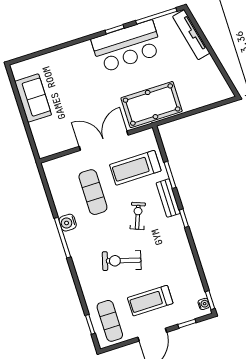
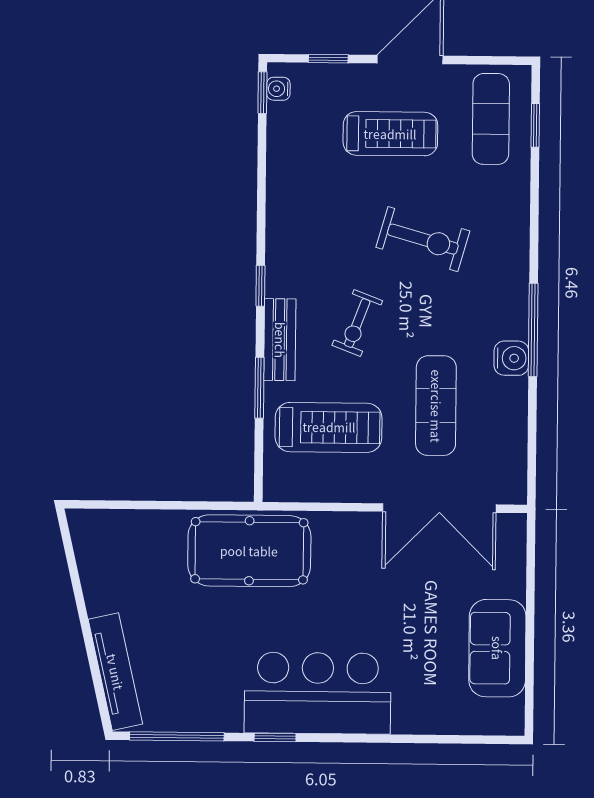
bar counter: (127, 46) -> (318, 693), moved
double door: (104, 141) -> (439, 508), moved

